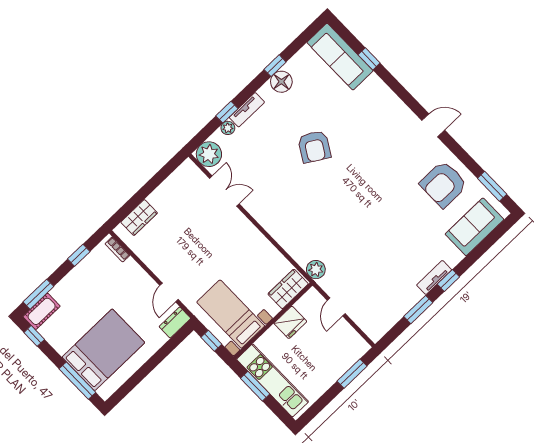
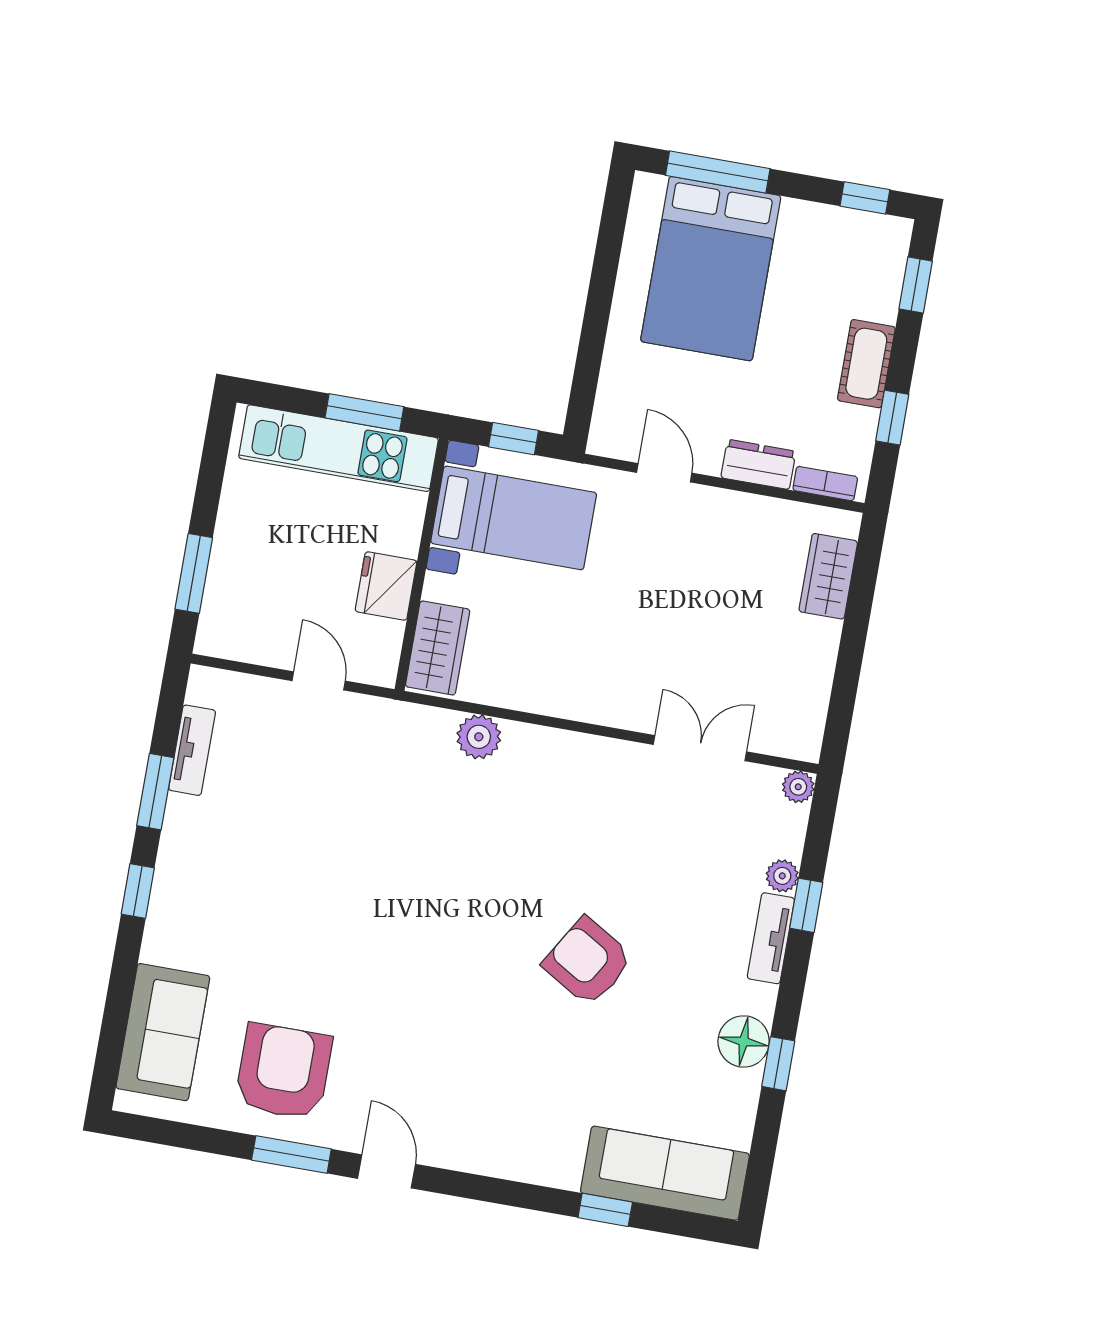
door: (433, 125) -> (387, 1171), swing flipped
plant: (209, 154) -> (798, 787), width x0.53, depth x0.53
window: (492, 186) -> (291, 1155), moved
double door: (224, 191) -> (700, 748), swing flipped
plant: (316, 270) -> (479, 737), moved
tv unit: (434, 277) -> (192, 750), moved
window: (38, 294) -> (916, 285), width x0.67
cot: (42, 311) -> (866, 364), moved
dresser: (175, 322) -> (758, 464), moved, turned -90

